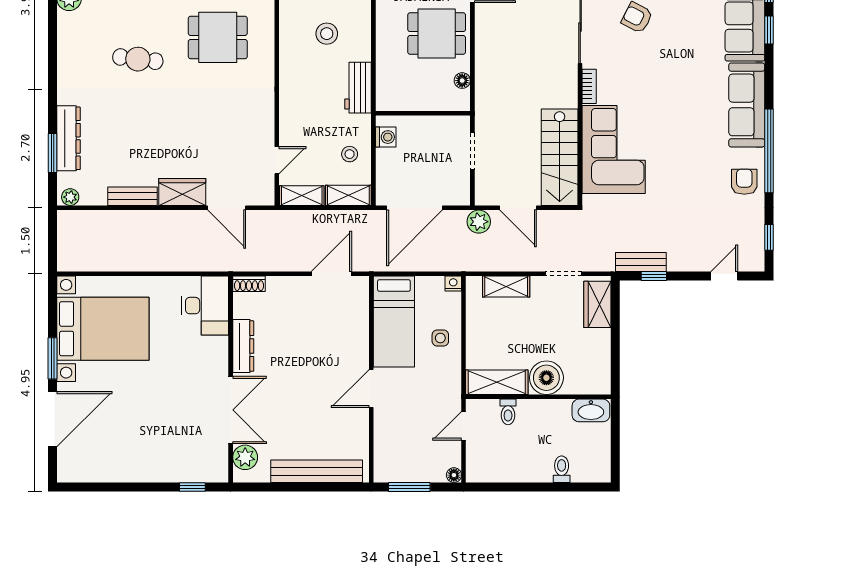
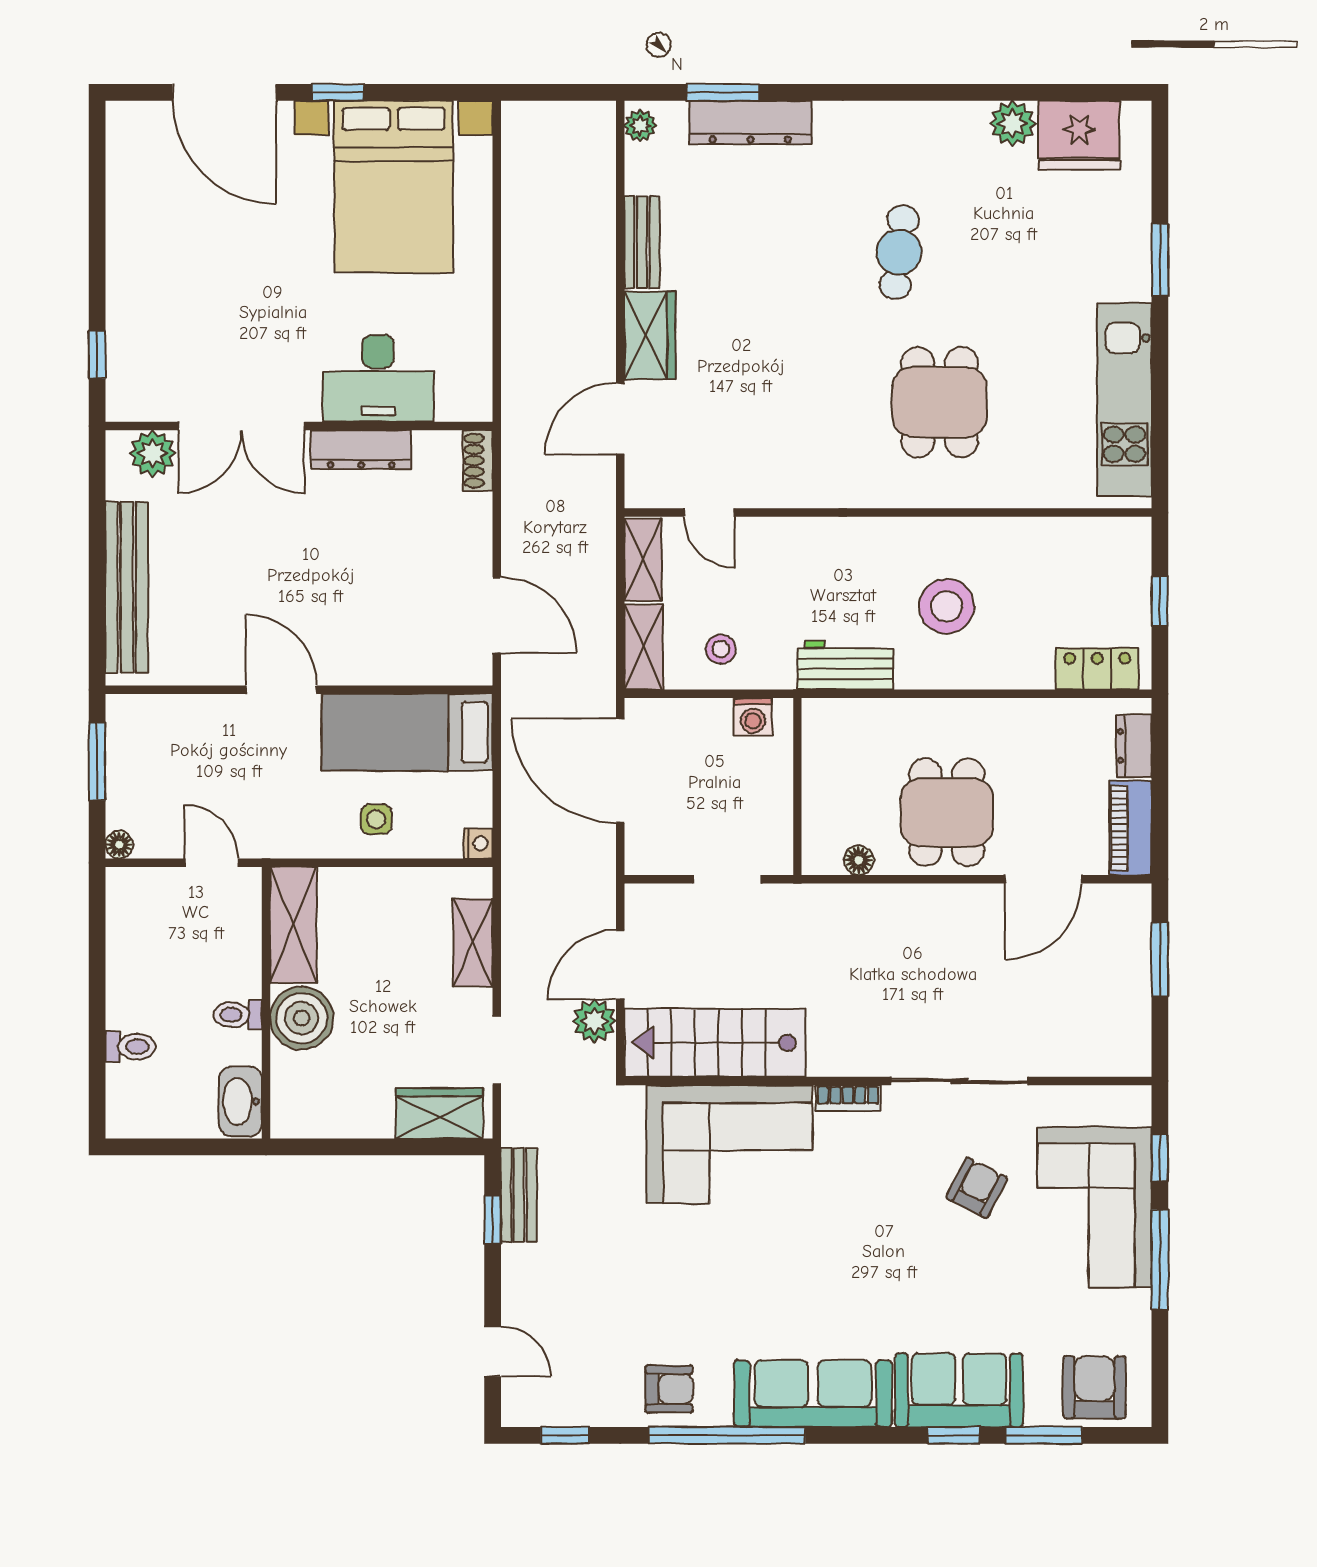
stool: (327, 34) -> (947, 606), width x1.38, depth x1.38
plant: (479, 222) -> (594, 1021), moved
desk: (205, 306) -> (378, 378), moved
window: (53, 358) -> (338, 92), width x0.67
toilet: (508, 412) -> (238, 1015), moved

